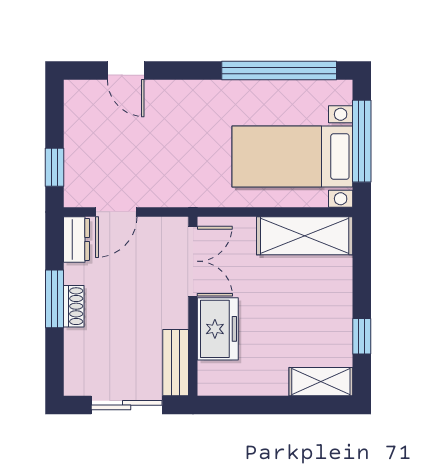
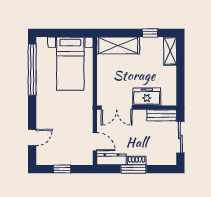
window: (362, 141) -> (63, 33), removed
window: (54, 167) -> (62, 169), moved
shelving: (305, 236) -> (118, 45), moved, turned 90
dresser: (77, 239) -> (111, 159), width x1.44
double door: (193, 261) -> (117, 108), swing flipped

